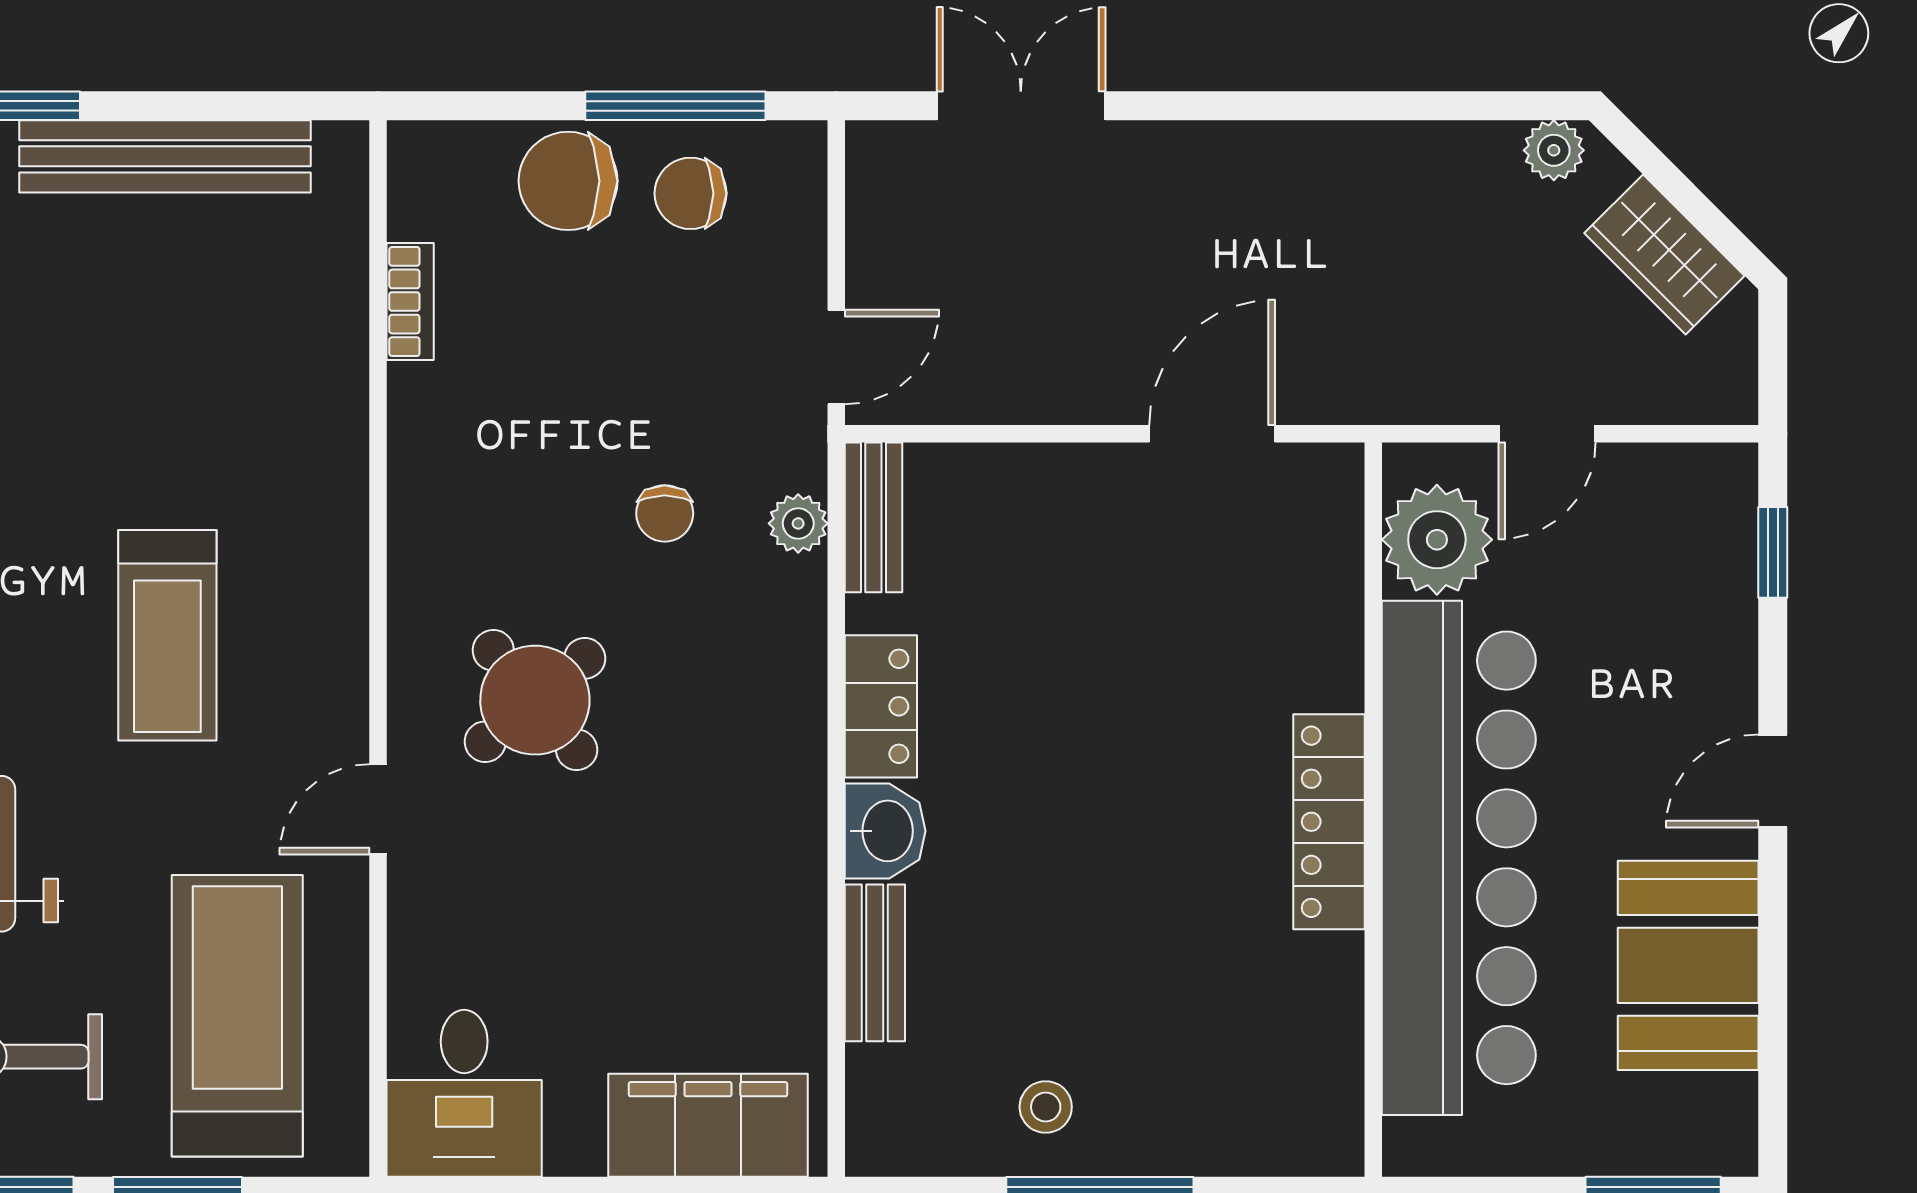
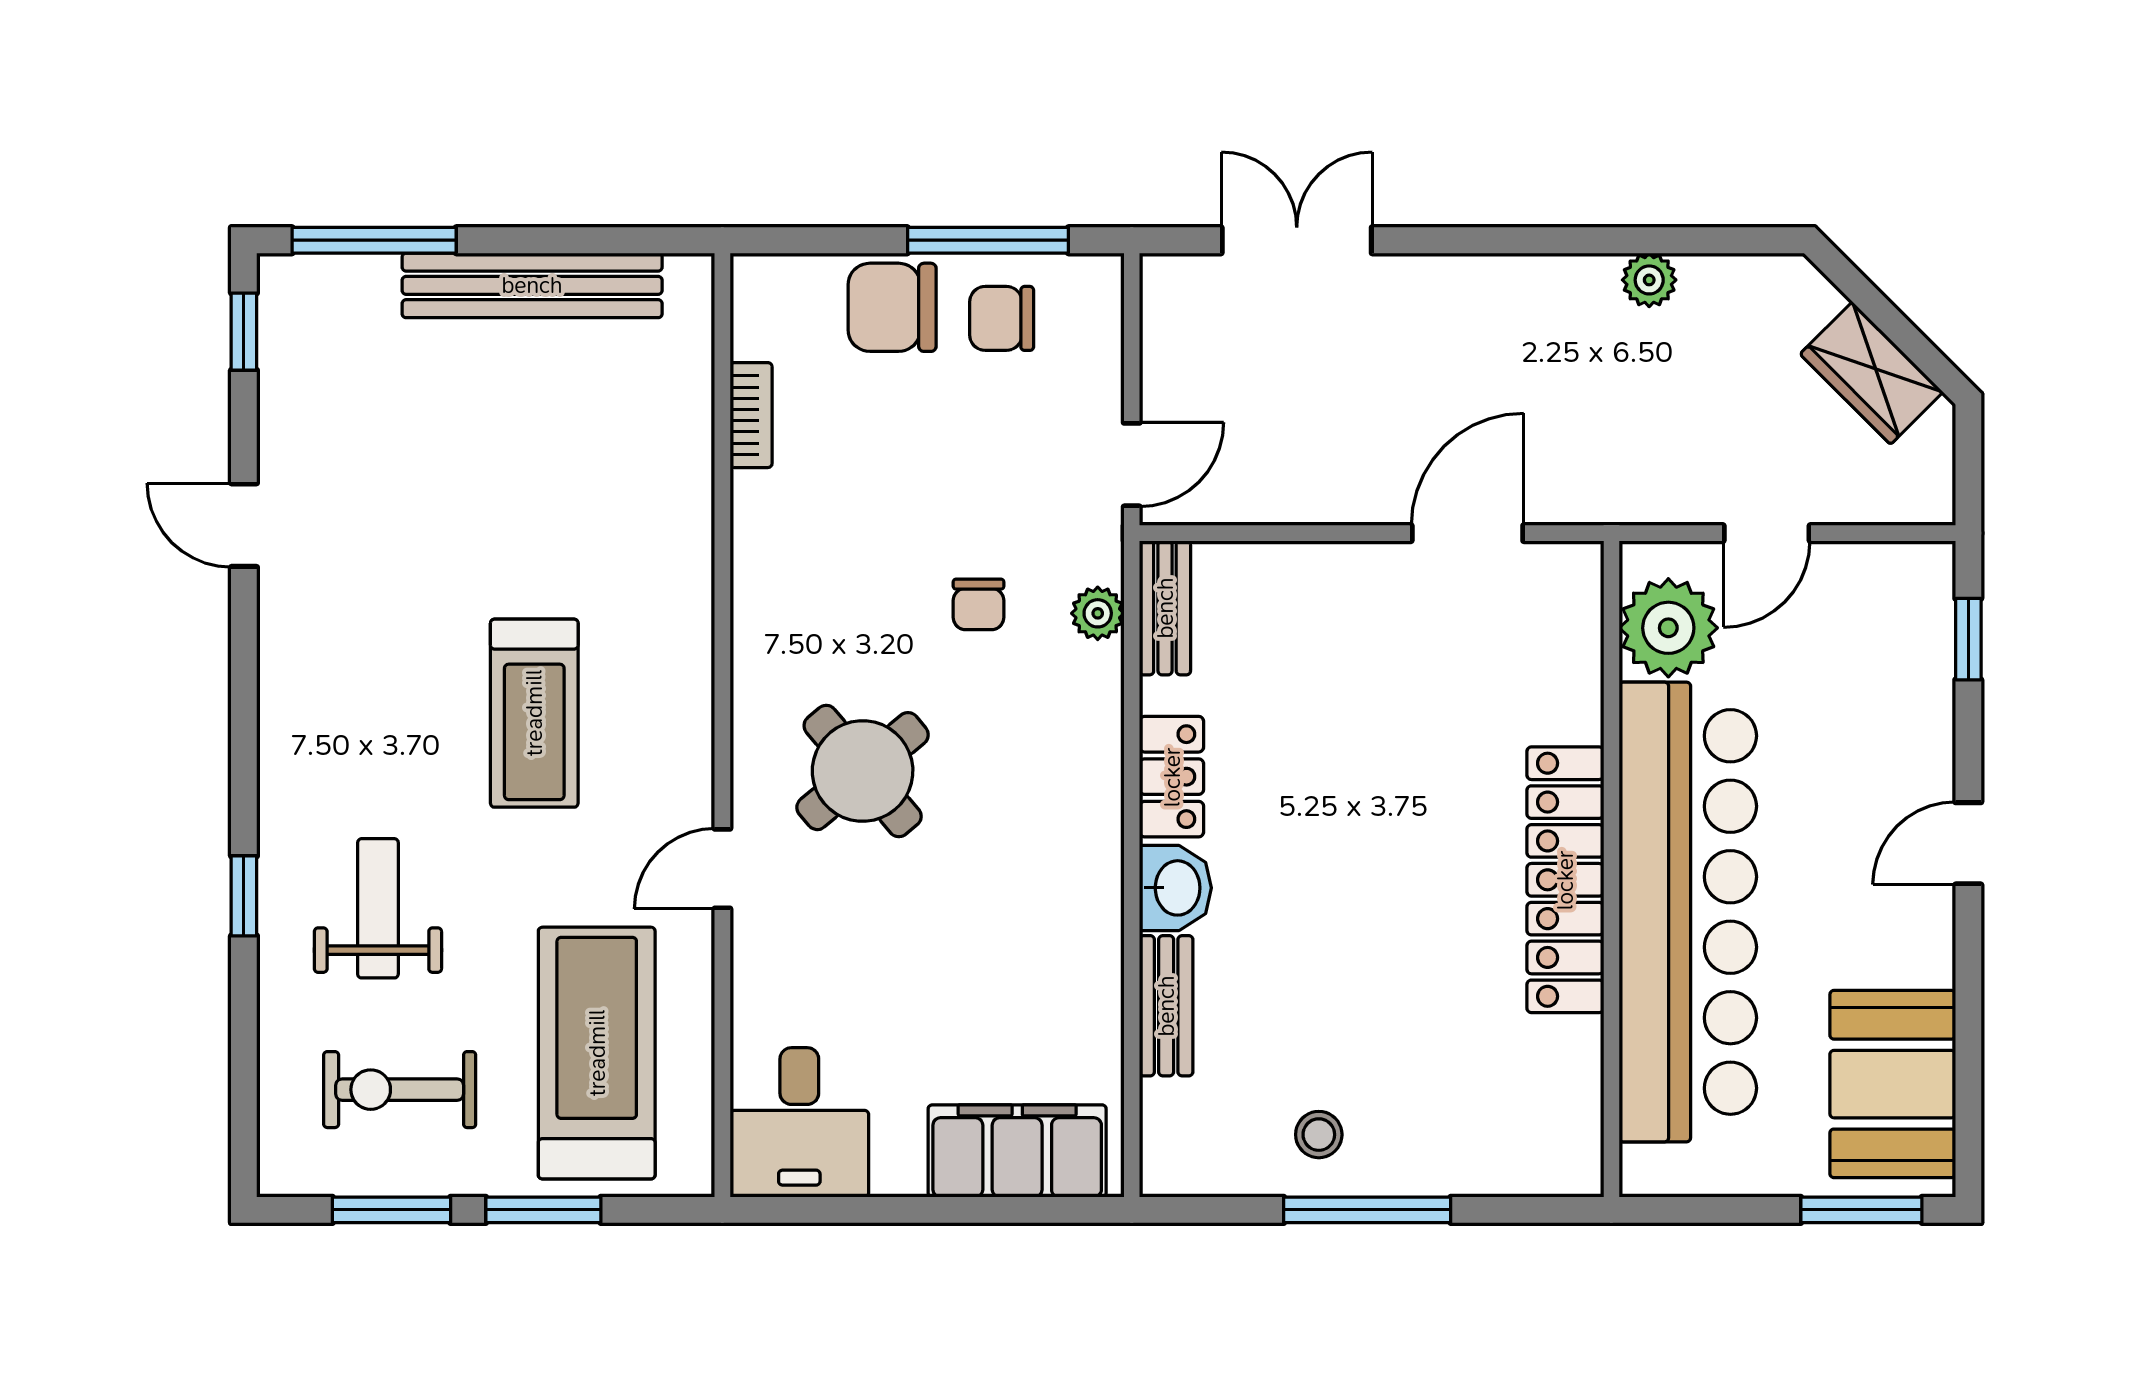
plant: (1554, 150) -> (1649, 280), moved
locker: (1329, 822) -> (1565, 880), width x1.41, depth x1.21
booth: (1688, 965) -> (1893, 1084), moved

